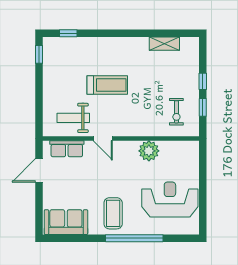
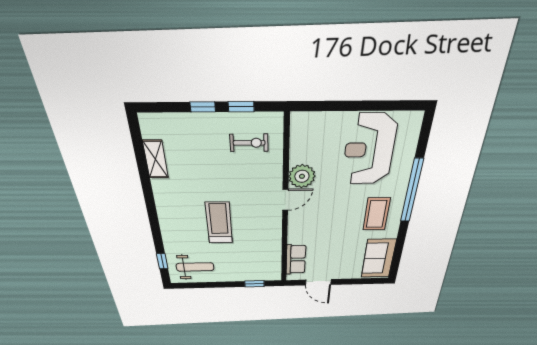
window: (39, 54) -> (254, 284), moved
weight bench: (73, 118) -> (195, 267), moved, turned -90
door: (103, 139) -> (285, 200), moved
coffee table: (113, 213) -> (376, 214), turned 90

